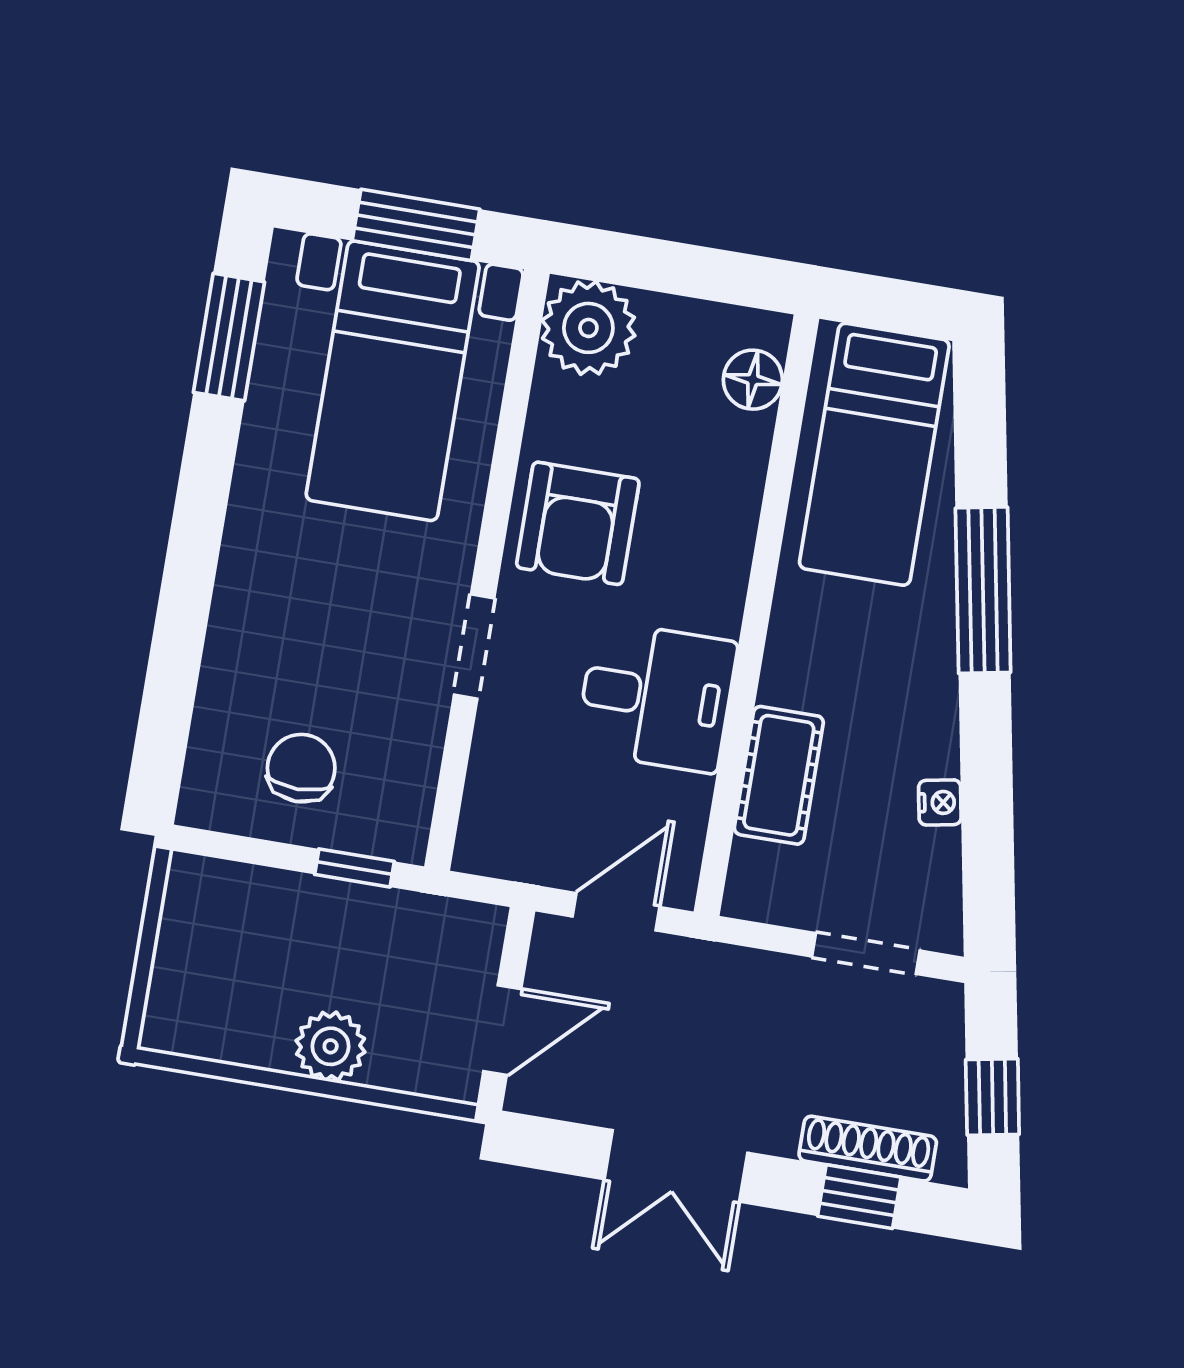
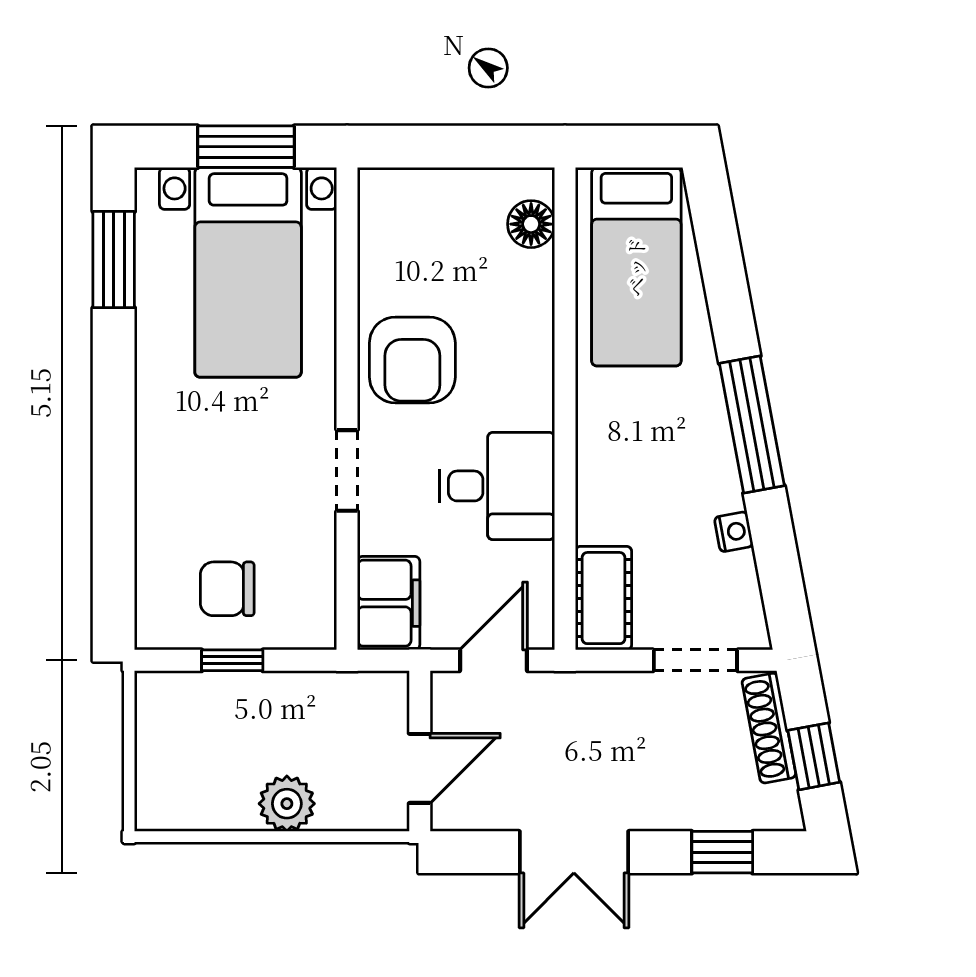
plant: (588, 328) -> (395, 205), removed
window: (983, 590) -> (752, 425), moved
chair: (301, 768) -> (227, 589), turned -90
cot: (779, 775) -> (603, 598), moved
filing cabinet: (498, 819) -> (389, 603), added
window: (354, 868) -> (232, 660), moved
shoe rack: (868, 1149) -> (769, 728), moved, turned -101

